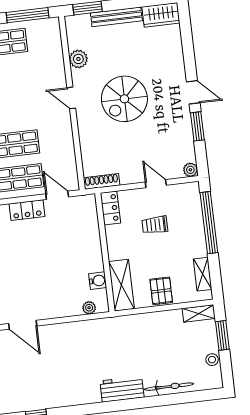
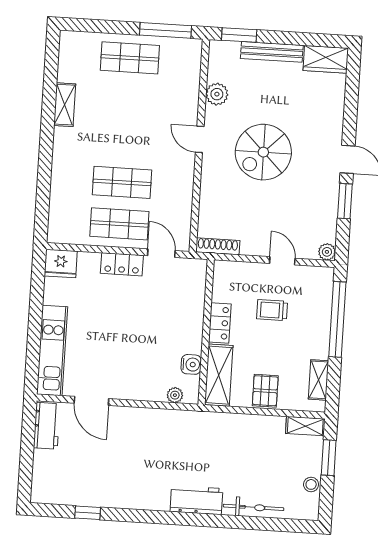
locker: (110, 208) -> (220, 323), moved

